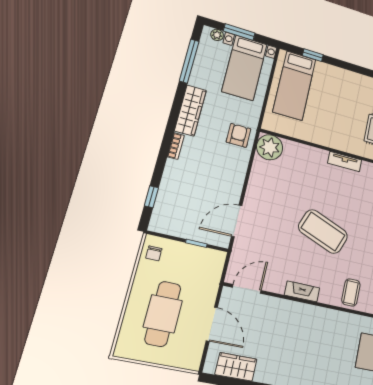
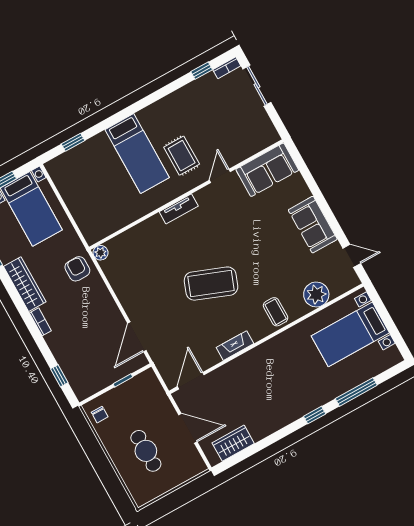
bed: (294, 86) -> (137, 154), moved
plant: (270, 147) -> (101, 253), width x0.53, depth x0.53
cafe table: (163, 314) -> (146, 451), width x0.73, depth x0.74

